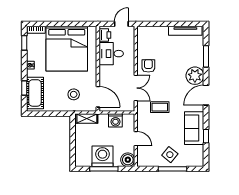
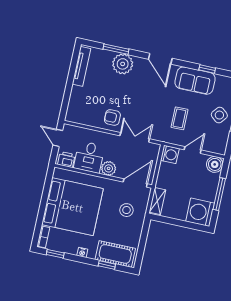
plant: (105, 72) -> (109, 168), added
plant: (195, 76) -> (123, 64), moved
coffee table: (160, 107) -> (179, 118), moved
washing machine: (115, 120) -> (170, 154), moved
washing machine: (102, 156) -> (200, 212), moved

